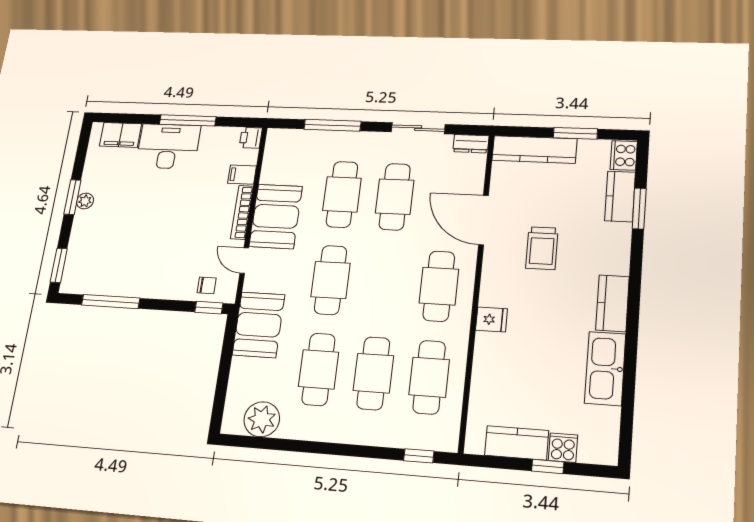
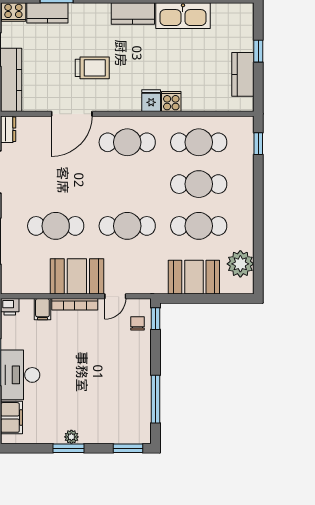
cafe table: (395, 197) -> (56, 184), removed
booth: (259, 325) -> (194, 277), moved
cooker: (563, 448) -> (171, 101), moved, turned 90

